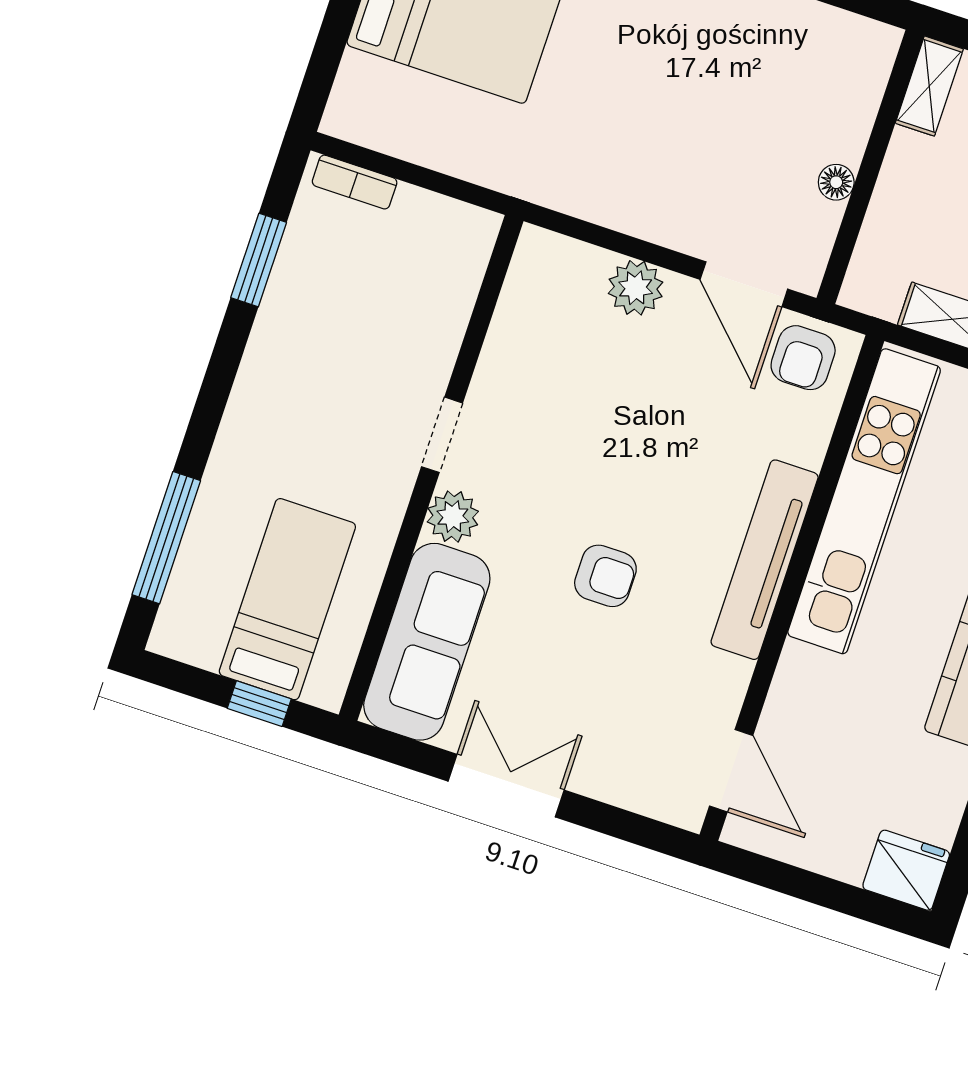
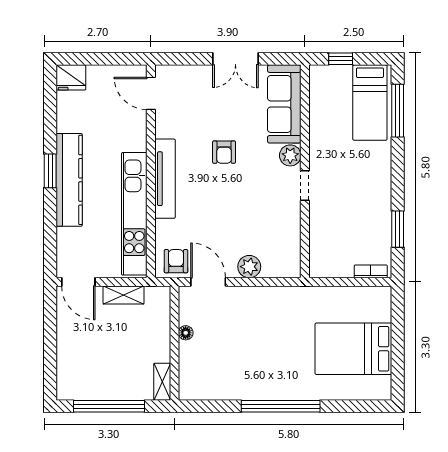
armchair: (605, 576) -> (224, 152), turned -90
bed: (287, 599) -> (370, 103), moved

